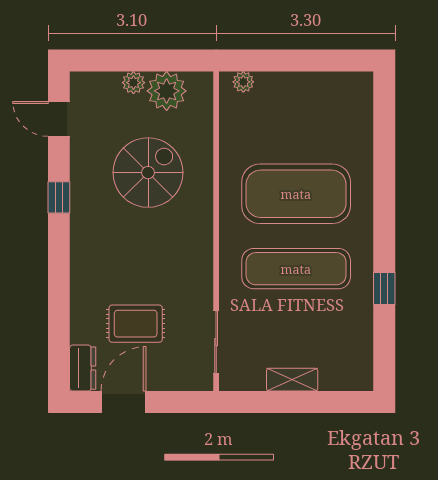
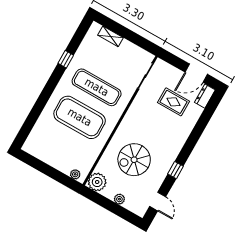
plant: (167, 91) -> (97, 182), moved
shelving: (292, 380) -> (111, 36), moved

